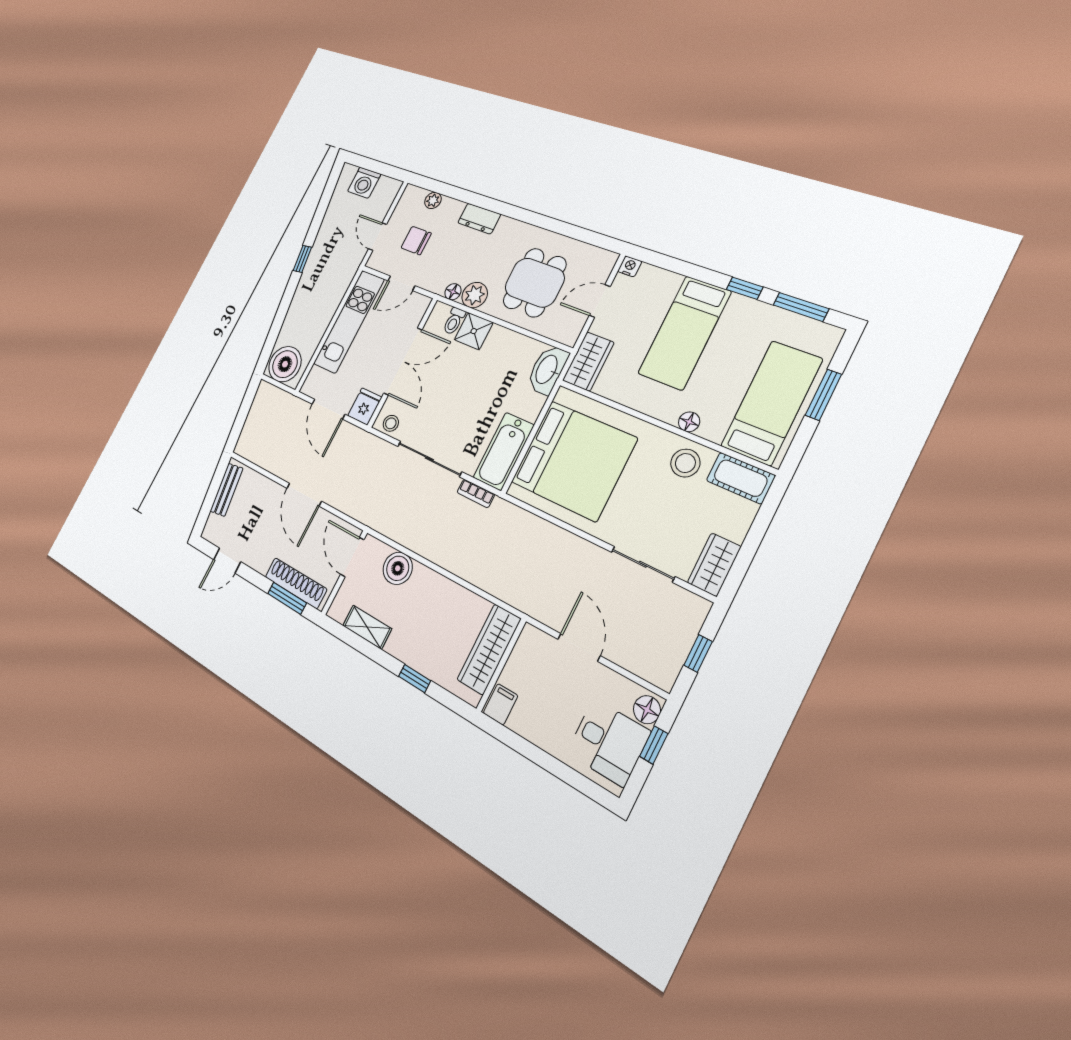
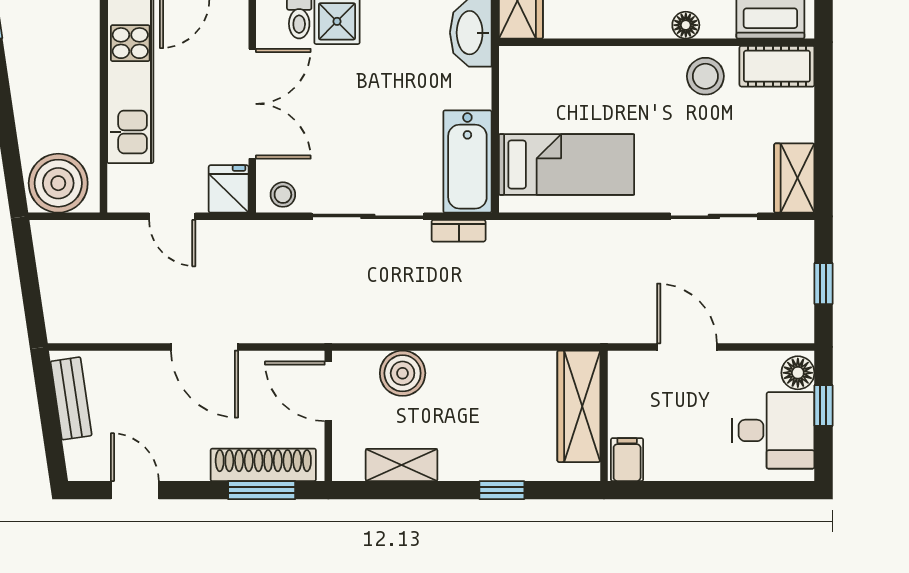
door: (329, 409) -> (172, 216), width x0.73
bed: (574, 460) -> (566, 164), width x0.49
door: (227, 561) -> (135, 490), swing flipped

